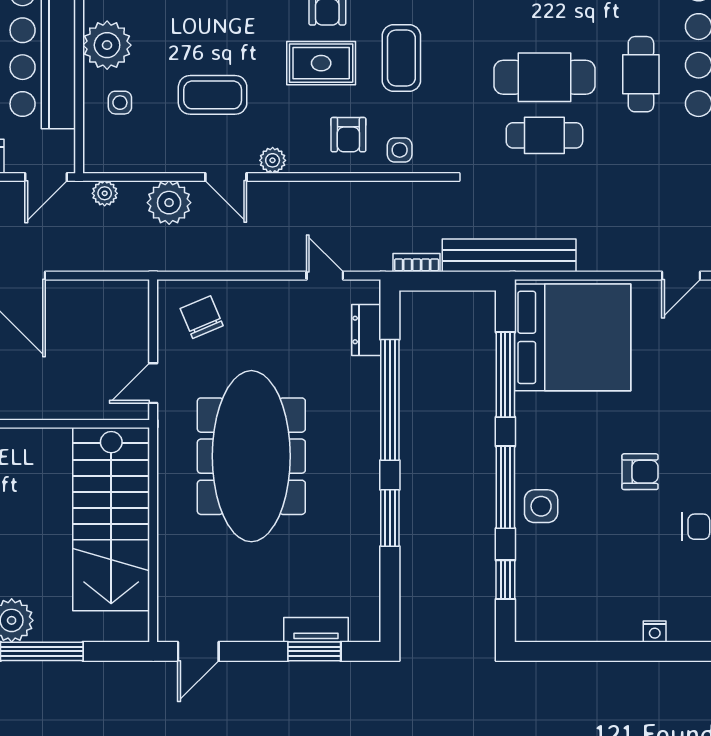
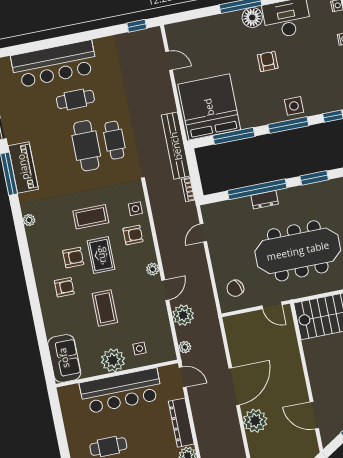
coffee table: (213, 95) -> (105, 308), moved
dresser: (366, 330) -> (265, 200), moved

